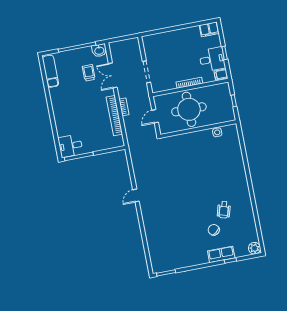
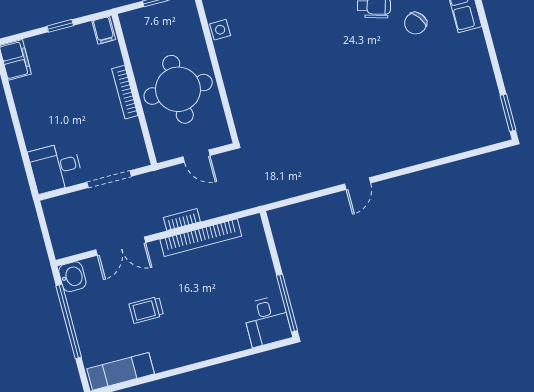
desk: (212, 59) -> (56, 167), moved, turned -90
trolley: (89, 73) -> (146, 310), moved
door: (136, 196) -> (358, 184), hinge flipped

